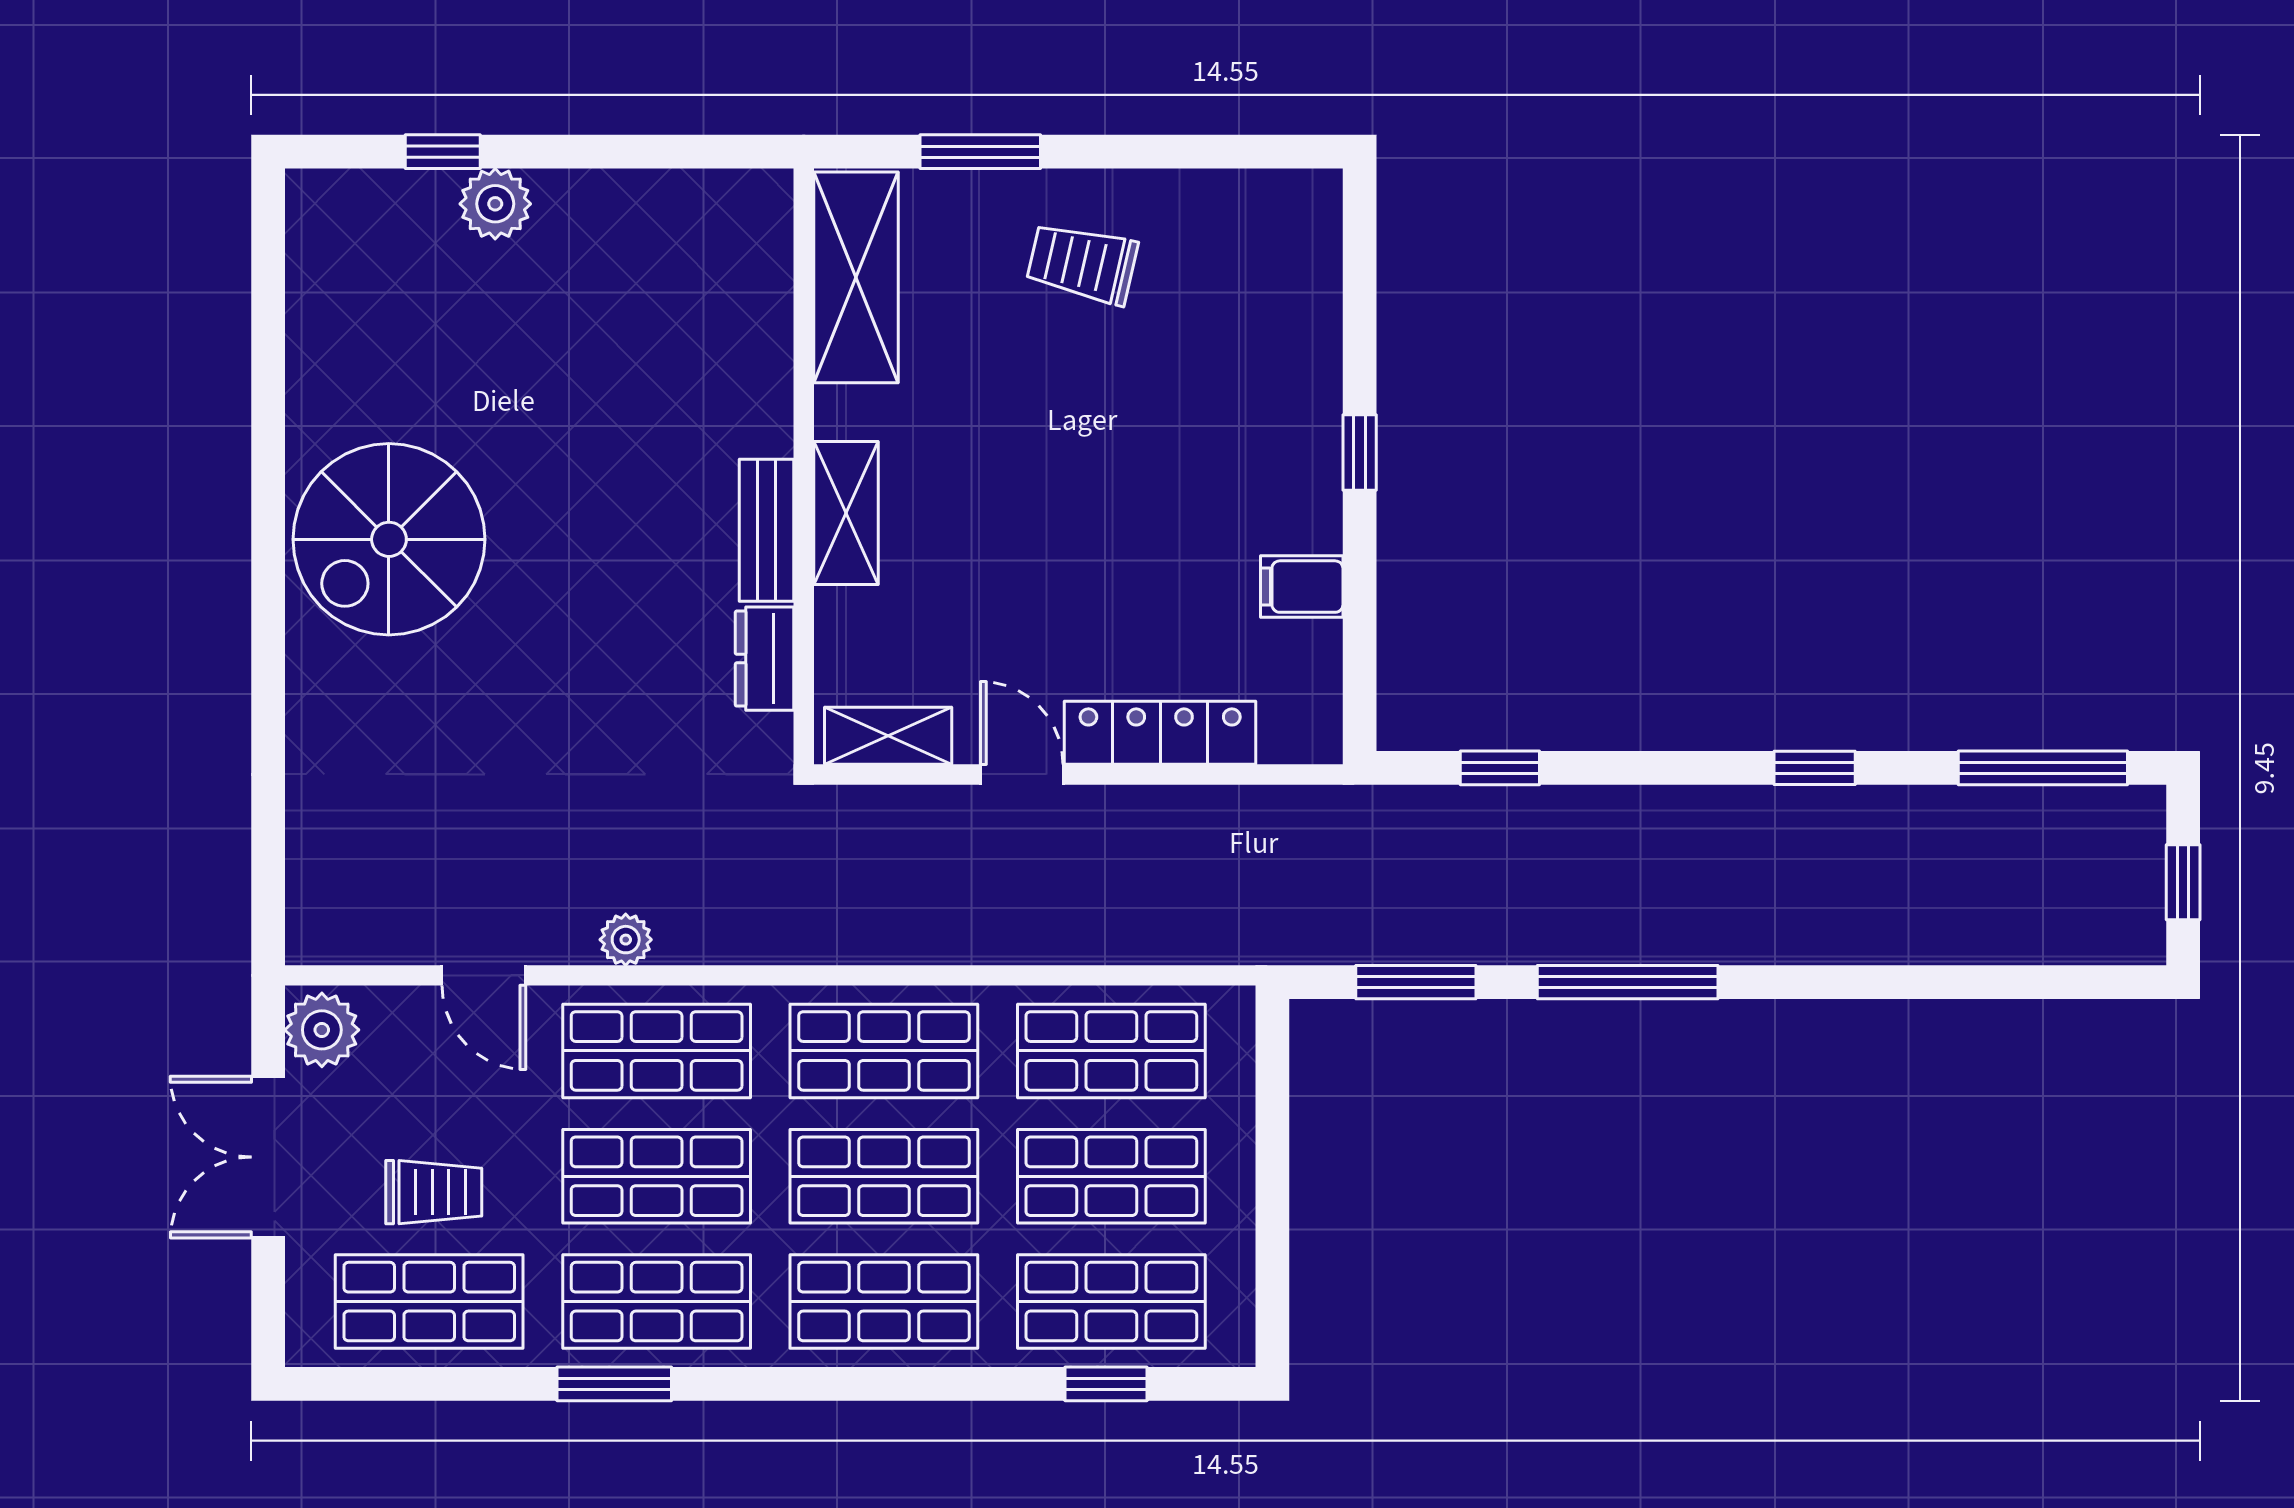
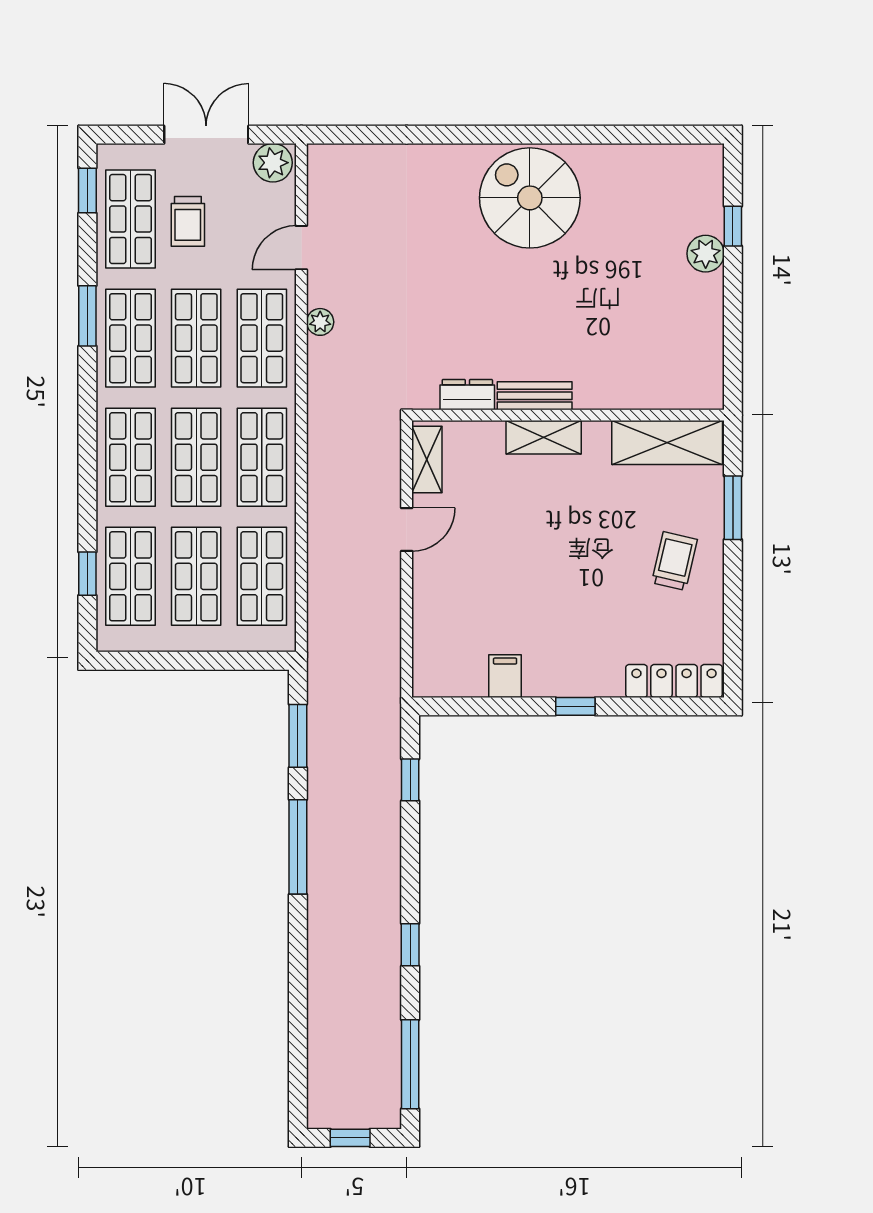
locker: (1160, 733) -> (674, 681), moved, turned -90
window: (375, 1384) -> (87, 191), added

